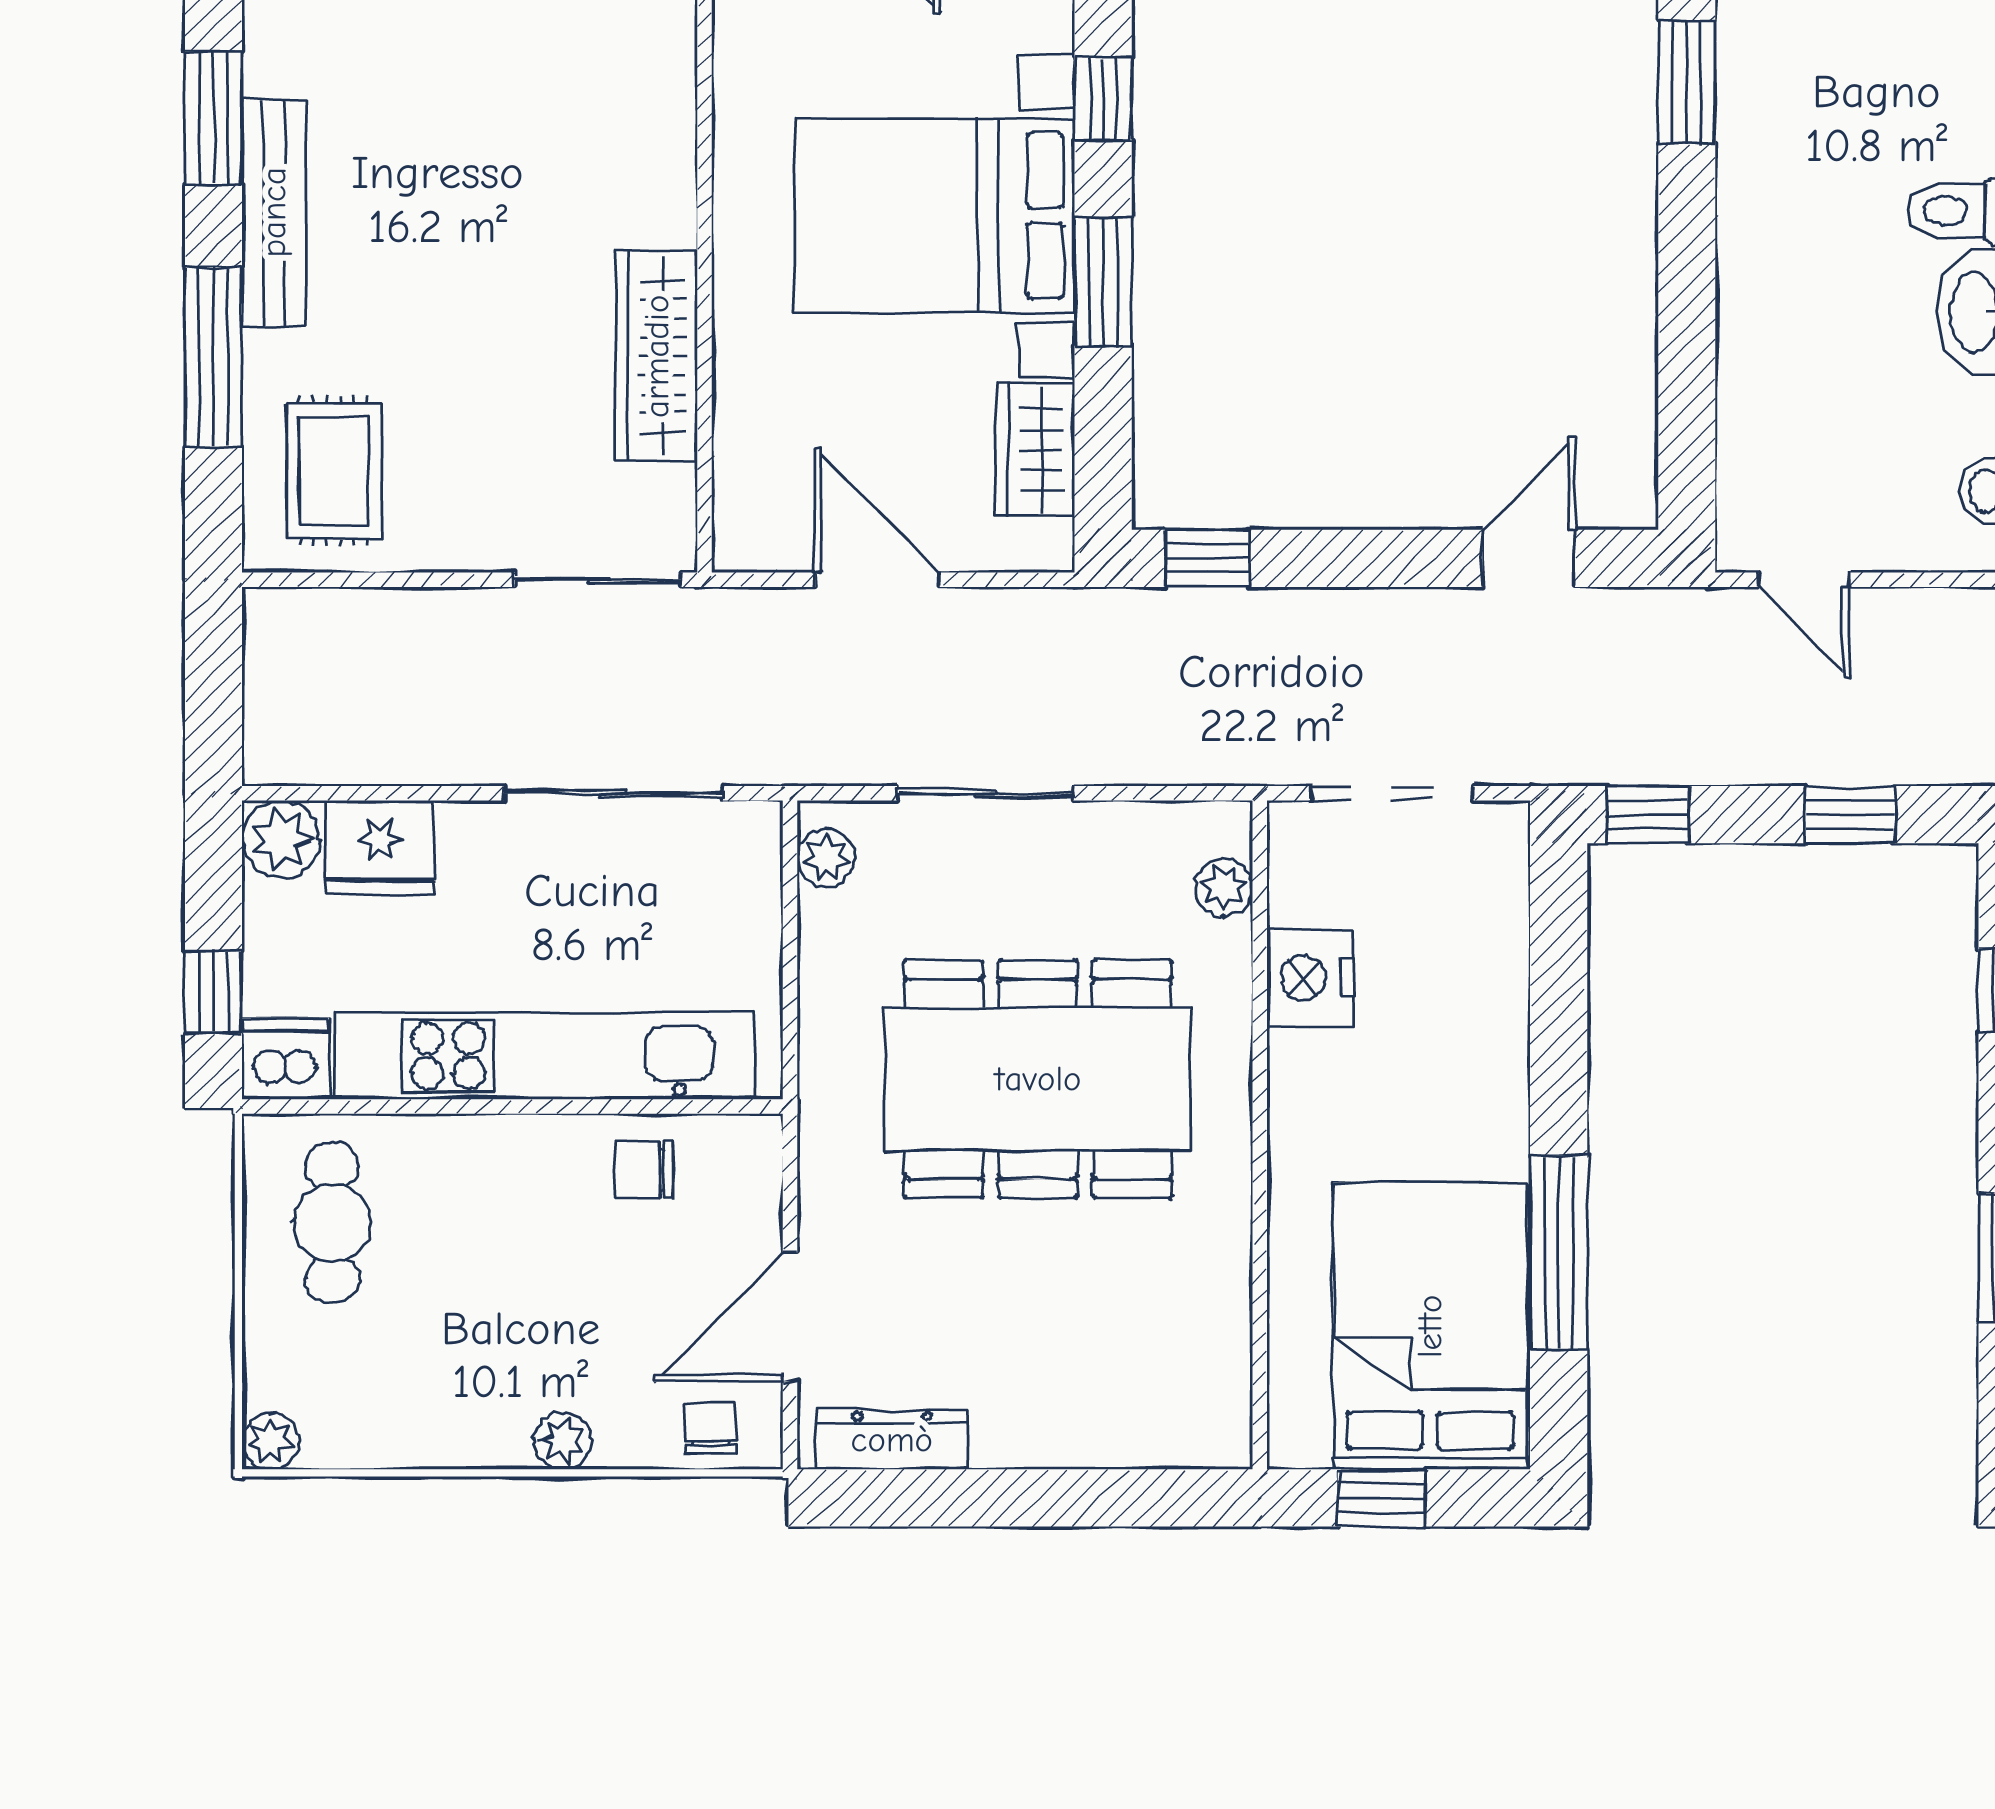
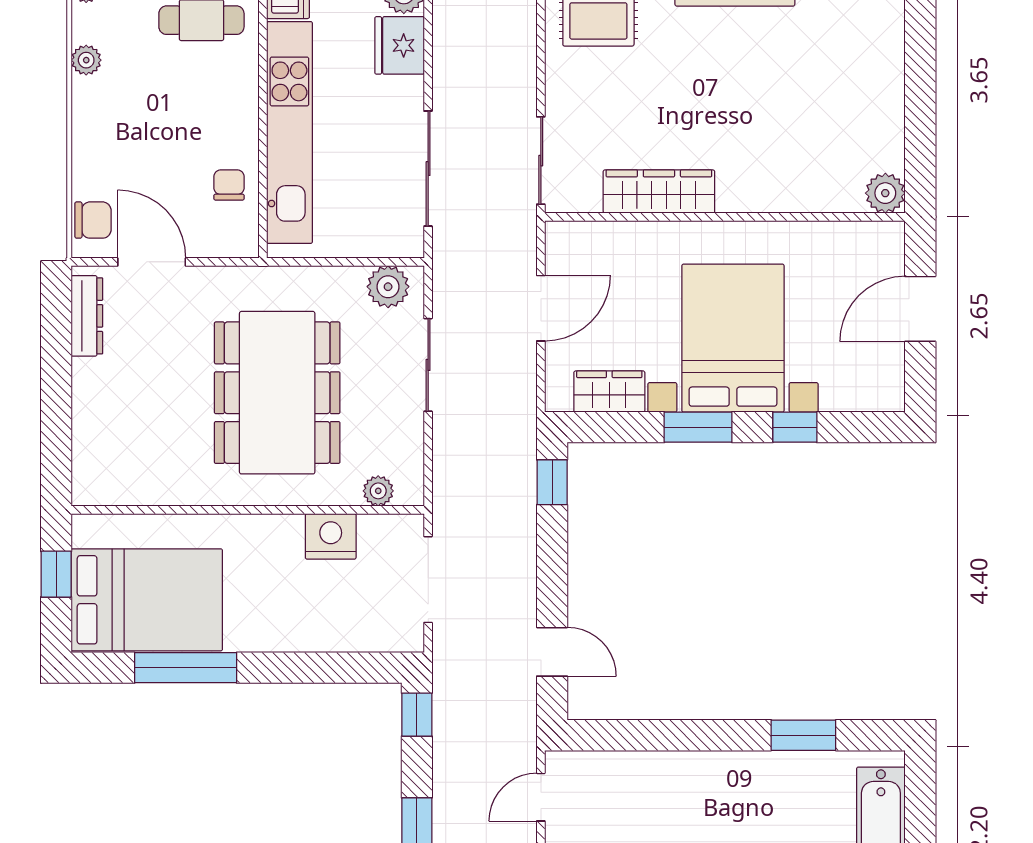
plant: (826, 858) -> (388, 287), width x1.38, depth x1.38
chair: (711, 1428) -> (93, 220), width x1.37, depth x1.37
plant: (562, 1441) -> (86, 60), moved

